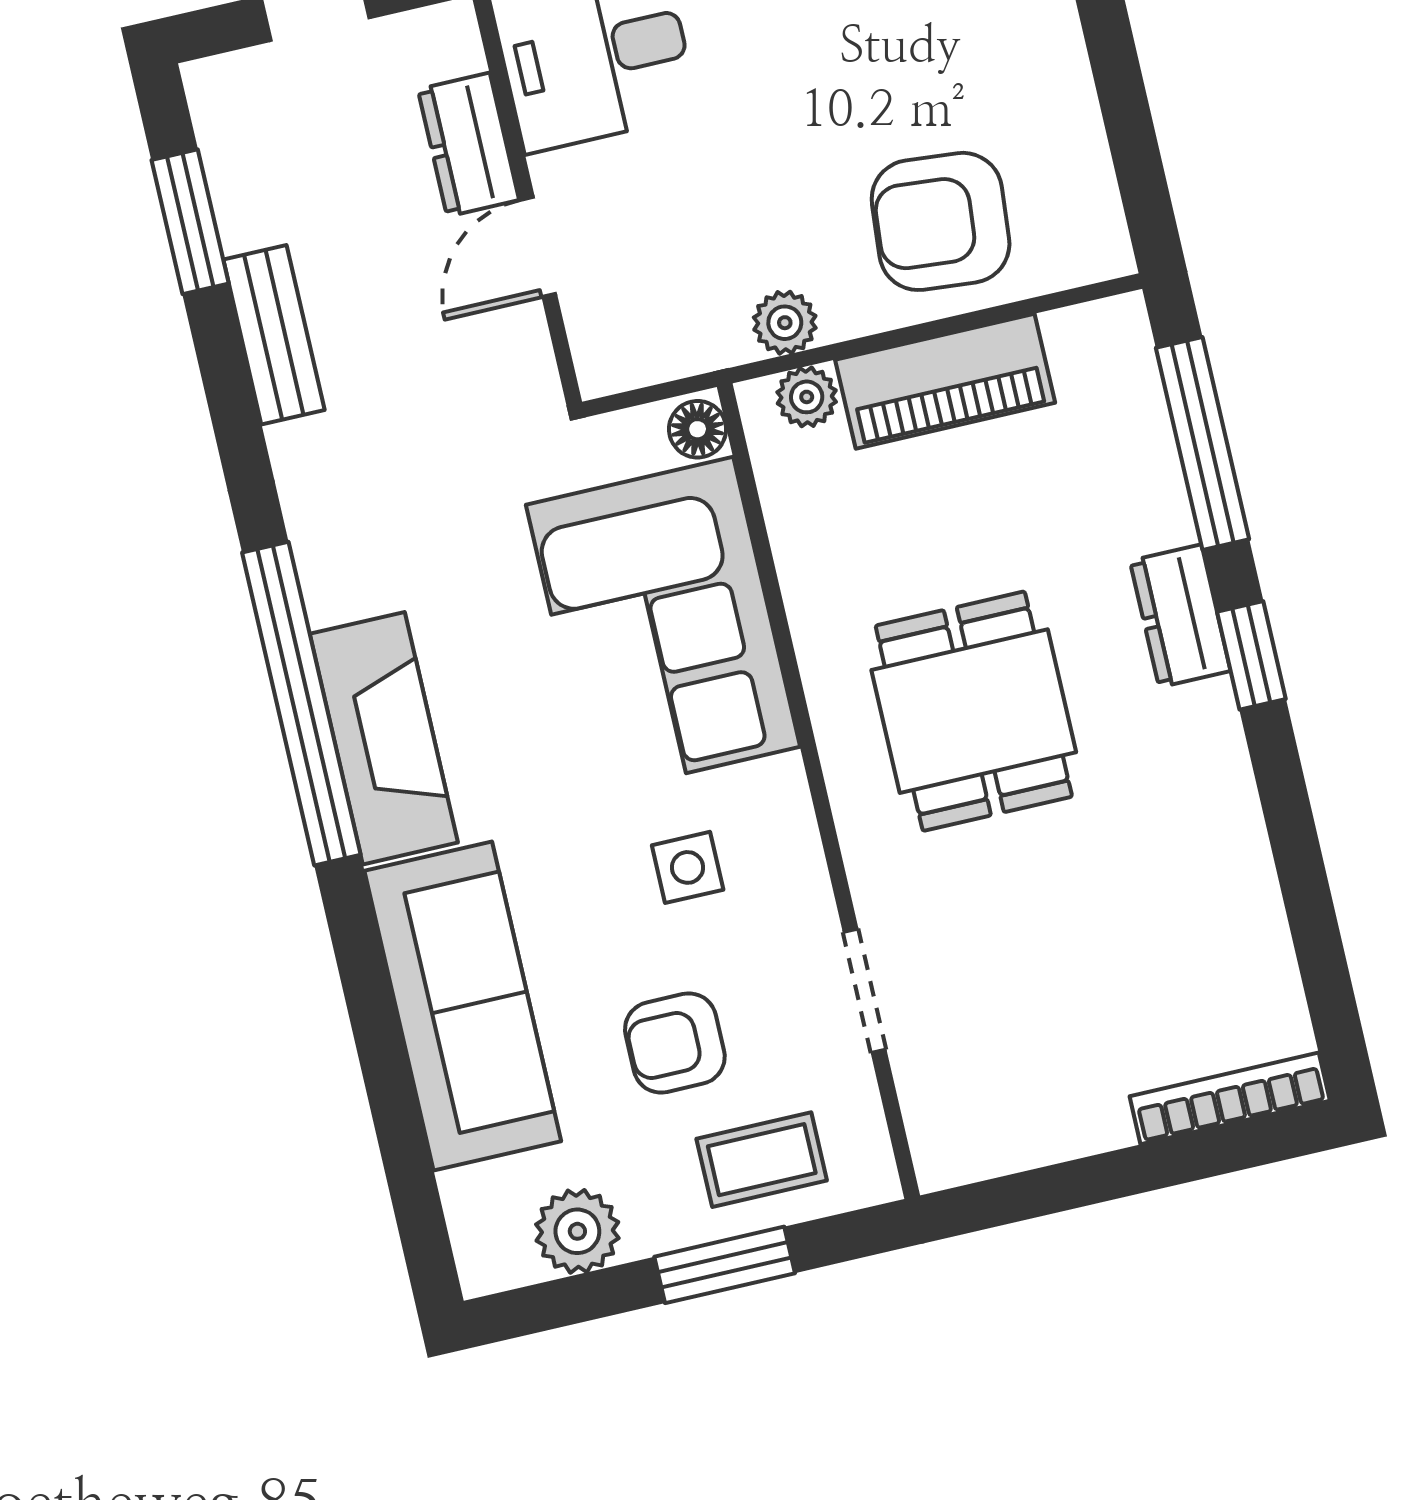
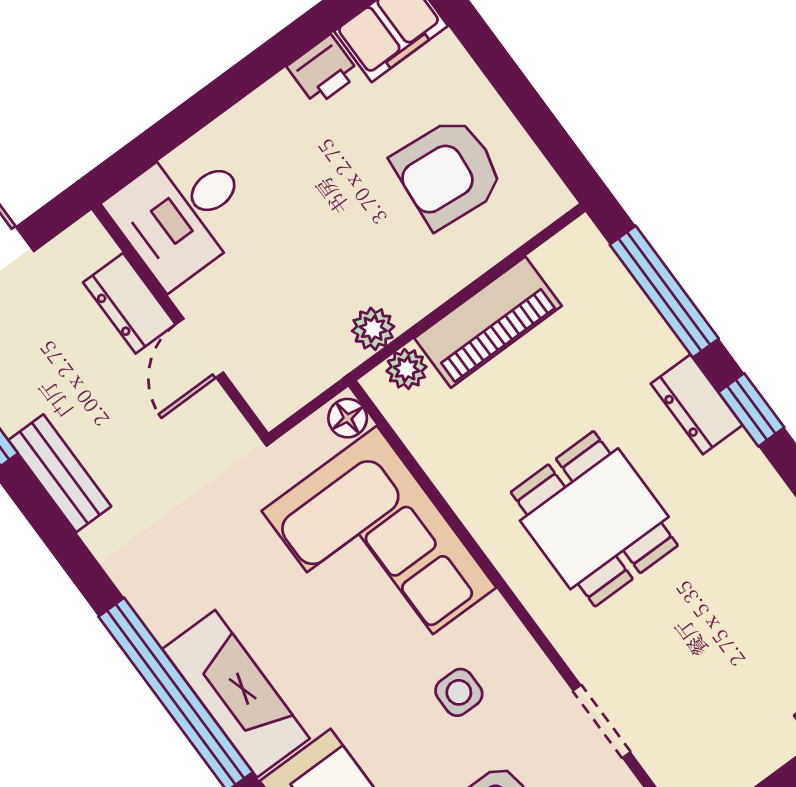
armchair: (941, 221) -> (448, 173), moved

